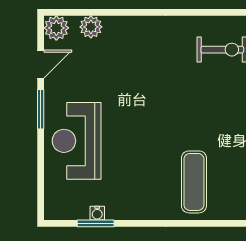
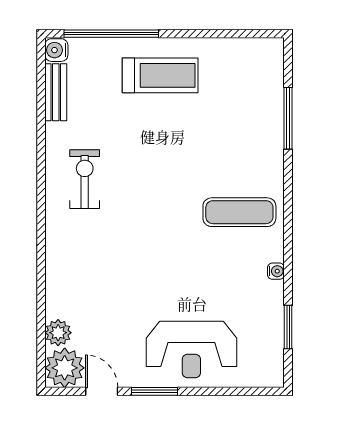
plant: (56, 28) -> (65, 368), width x1.36, depth x1.36
water cooler: (97, 213) -> (276, 271), moved

